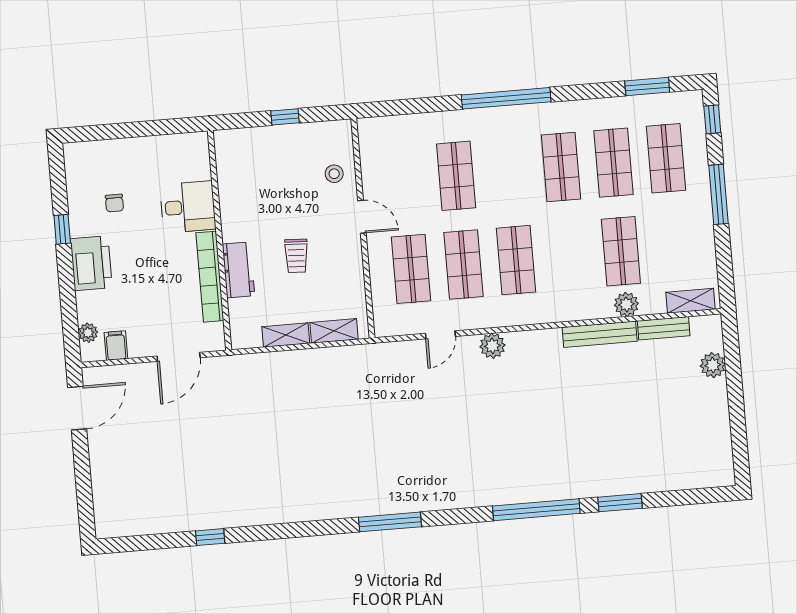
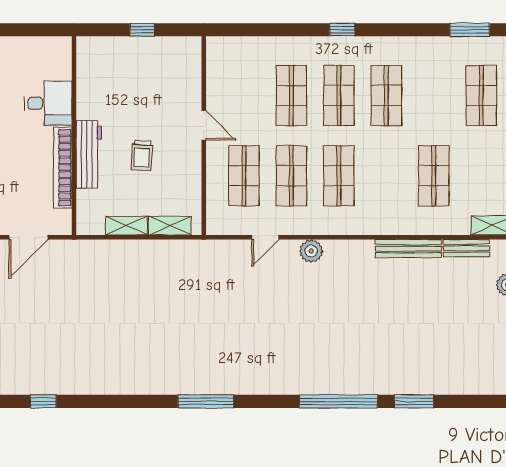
window: (506, 98) -> (342, 30), width x0.32
shop shelf: (613, 163) -> (339, 96), moved
stool: (334, 174) -> (182, 84), removed
workbench: (238, 270) -> (89, 154), width x1.38
plant: (626, 304) -> (435, 224), removed

